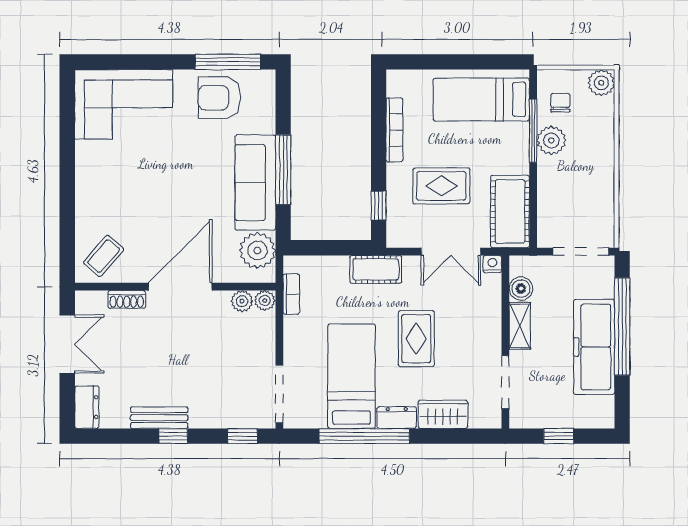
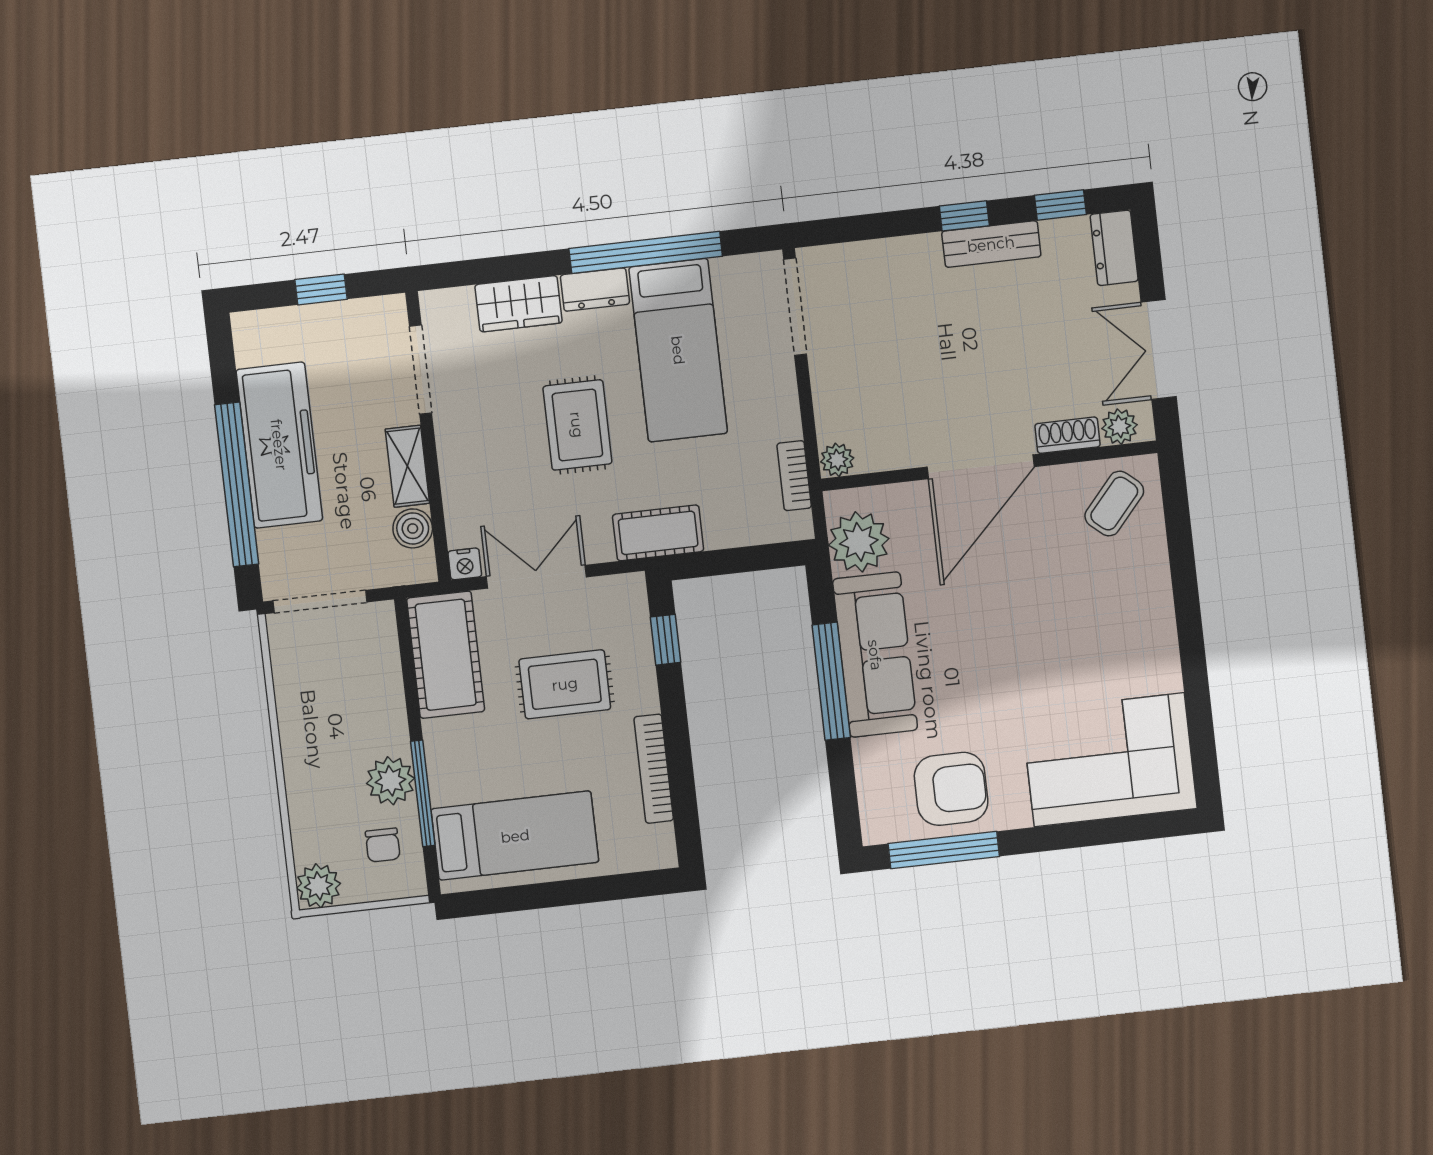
plant: (242, 301) -> (1119, 427), moved
window: (242, 436) -> (1060, 205), moved

